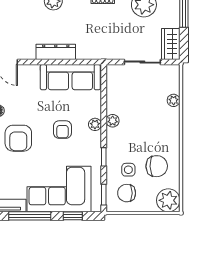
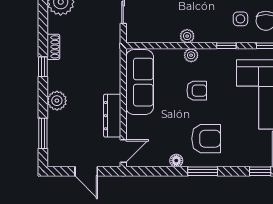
dresser: (56, 52) -> (112, 116), moved

